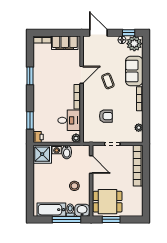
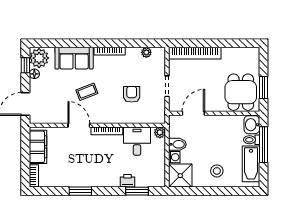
printer: (38, 137) -> (127, 181), moved
stool: (74, 186) -> (217, 171), moved

